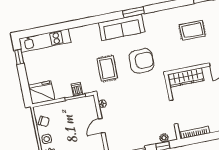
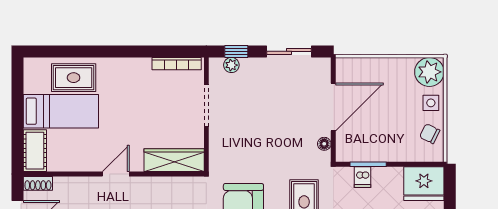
door: (102, 126) -> (333, 107), width x1.88

